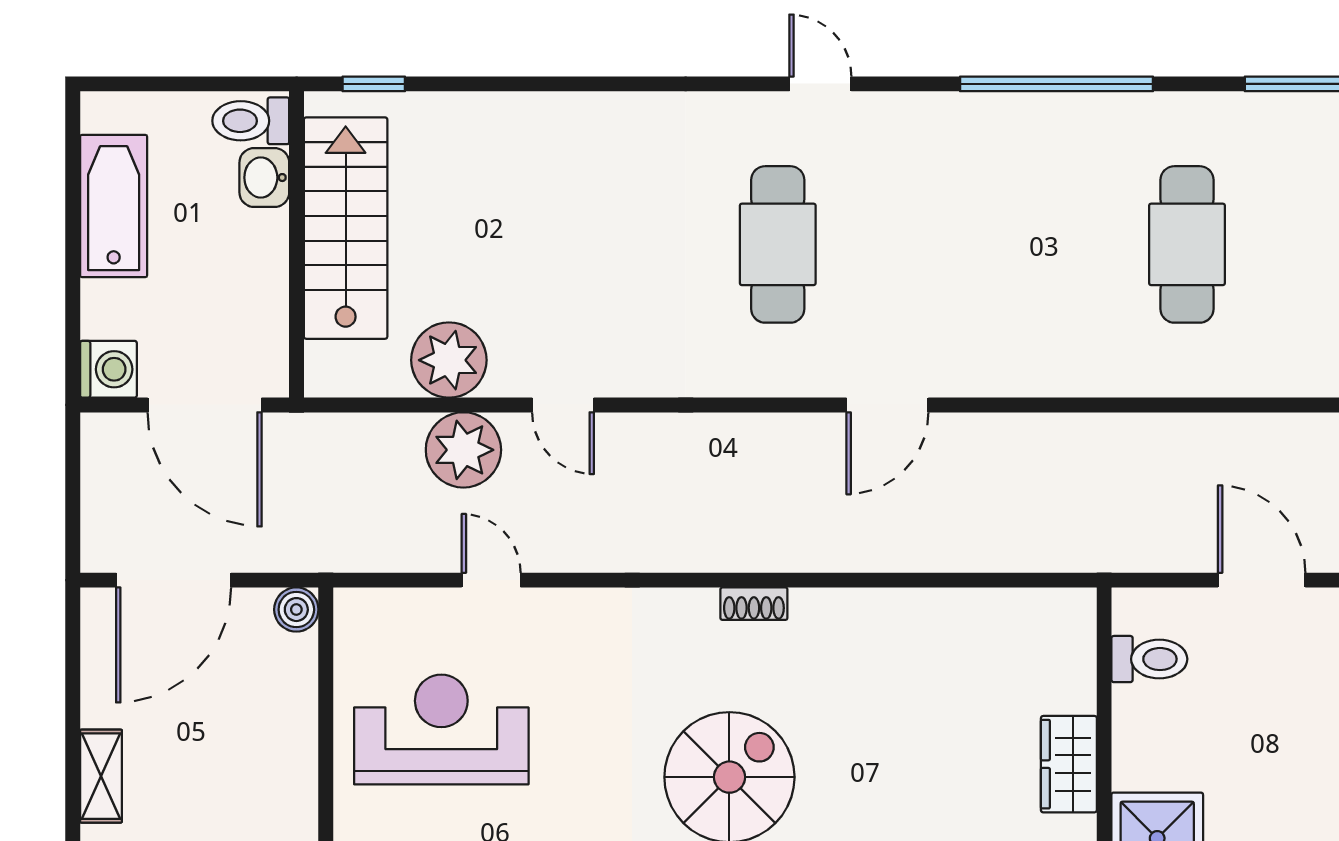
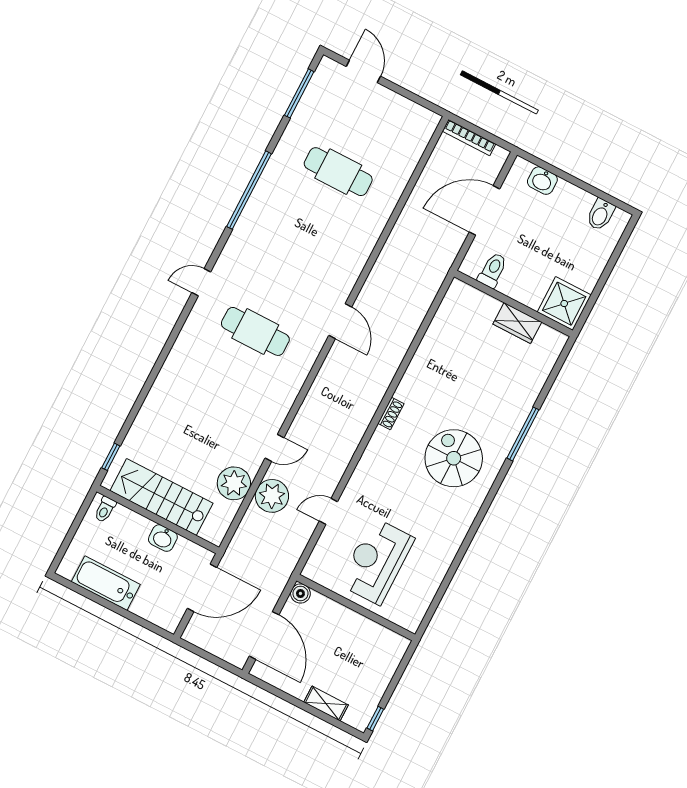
toilet: (251, 121) -> (105, 509), width x0.73, depth x0.72
washbasin: (264, 178) -> (163, 538), moved
washing machine: (108, 369) -> (169, 618), removed
door: (1262, 580) -> (484, 210), width x1.36

